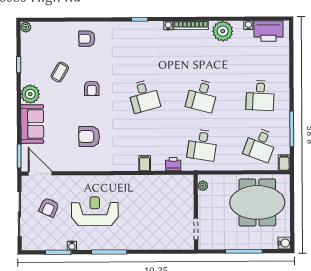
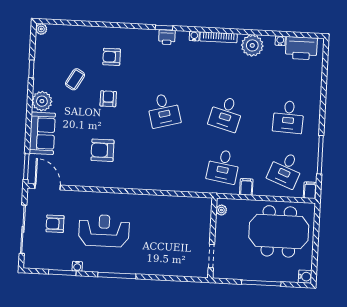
armchair: (87, 39) -> (112, 57), moved
armchair: (92, 88) -> (108, 99), turned 180
filing cabinet: (145, 163) -> (246, 187), moved
printer: (173, 164) -> (167, 37), moved, turned 180
armchair: (49, 207) -> (55, 224), turned 66

